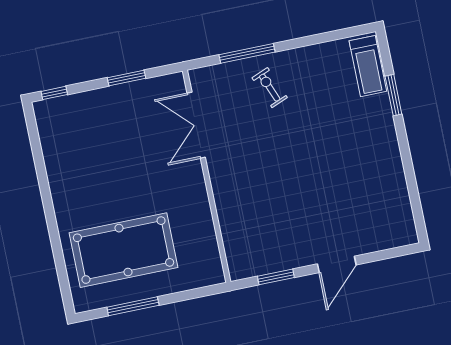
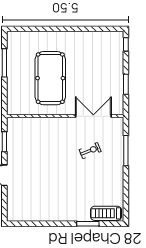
exercise bike: (270, 88) -> (90, 151), moved
pool table: (123, 250) -> (50, 78), moved

